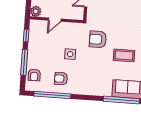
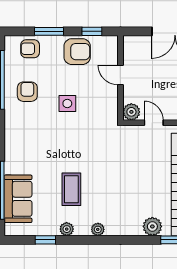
plant: (36, 11) -> (131, 112), moved
armchair: (98, 39) -> (77, 52), moved, turned 90
window: (24, 62) -> (49, 31), width x0.69

